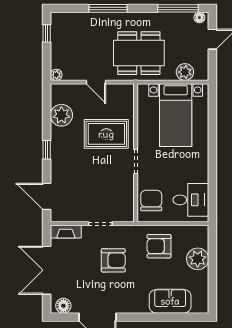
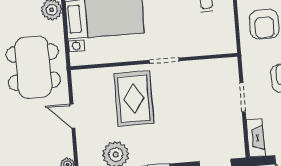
door: (96, 82) -> (72, 116), swing flipped
chair: (151, 201) -> (210, 38), removed

